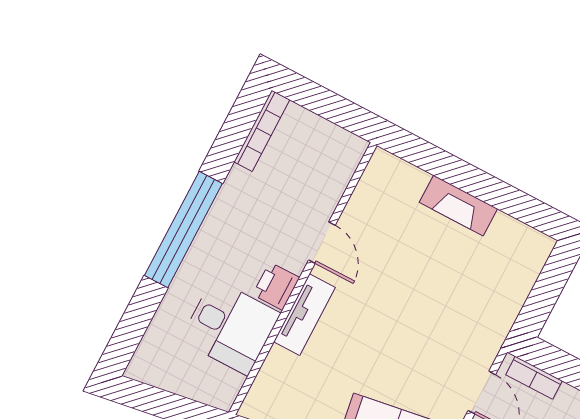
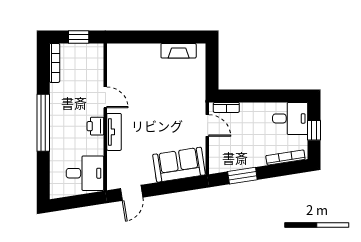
window: (331, 106) -> (79, 37), added
fireplace: (458, 206) -> (179, 51), moved
desk: (230, 327) -> (85, 173), moved

